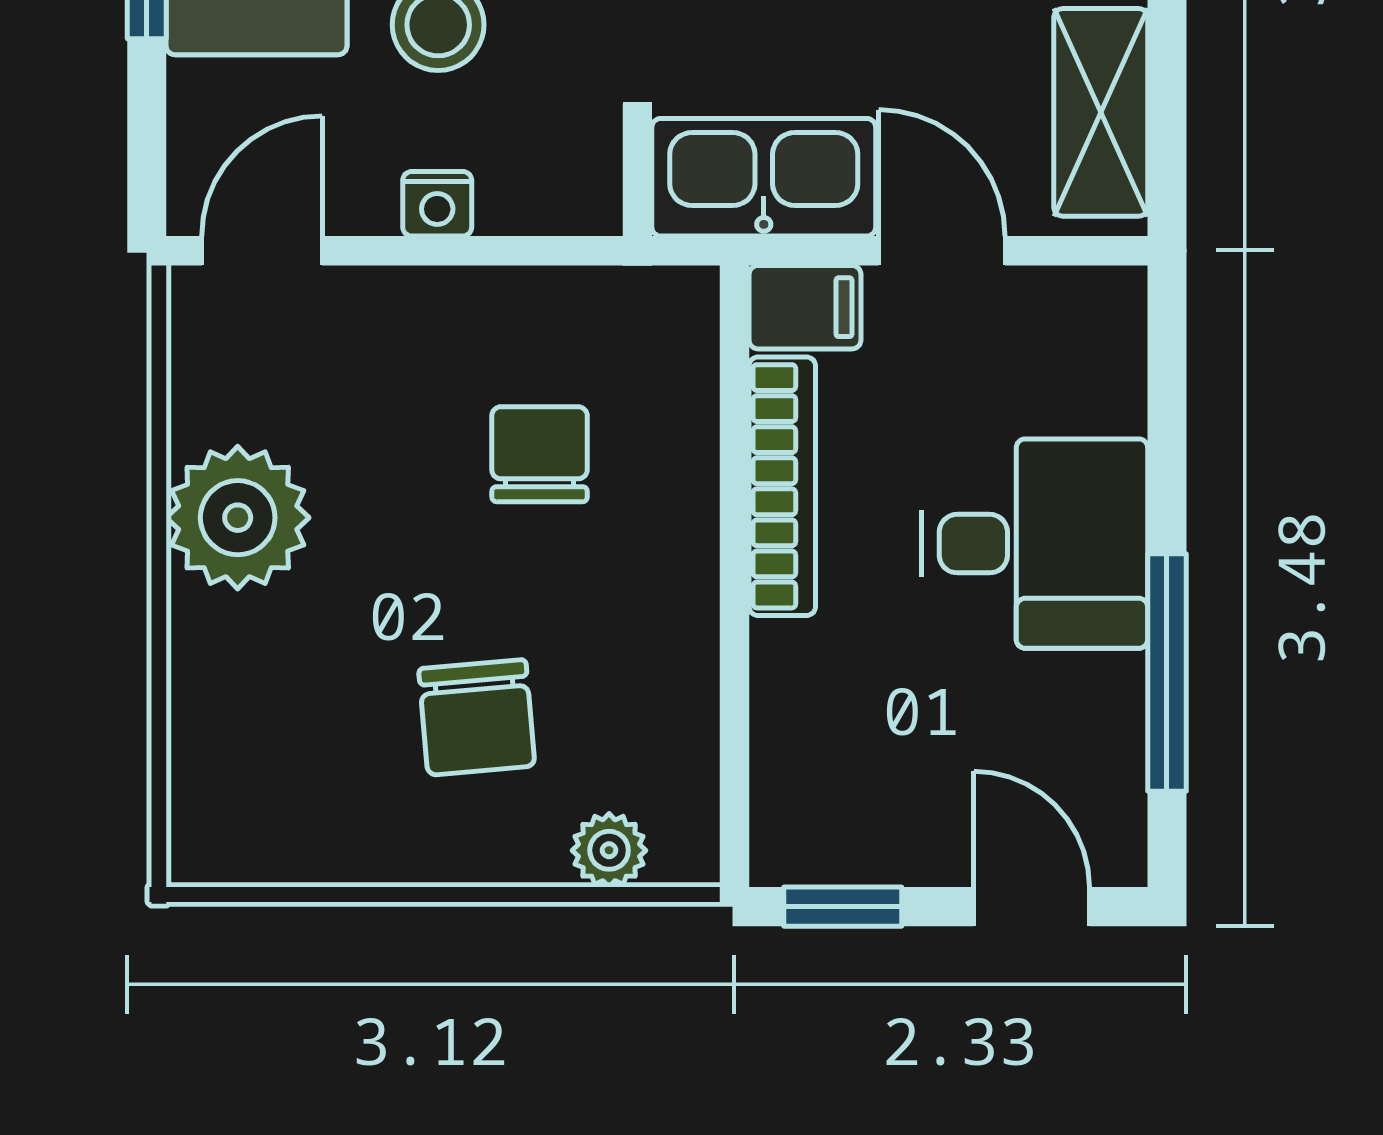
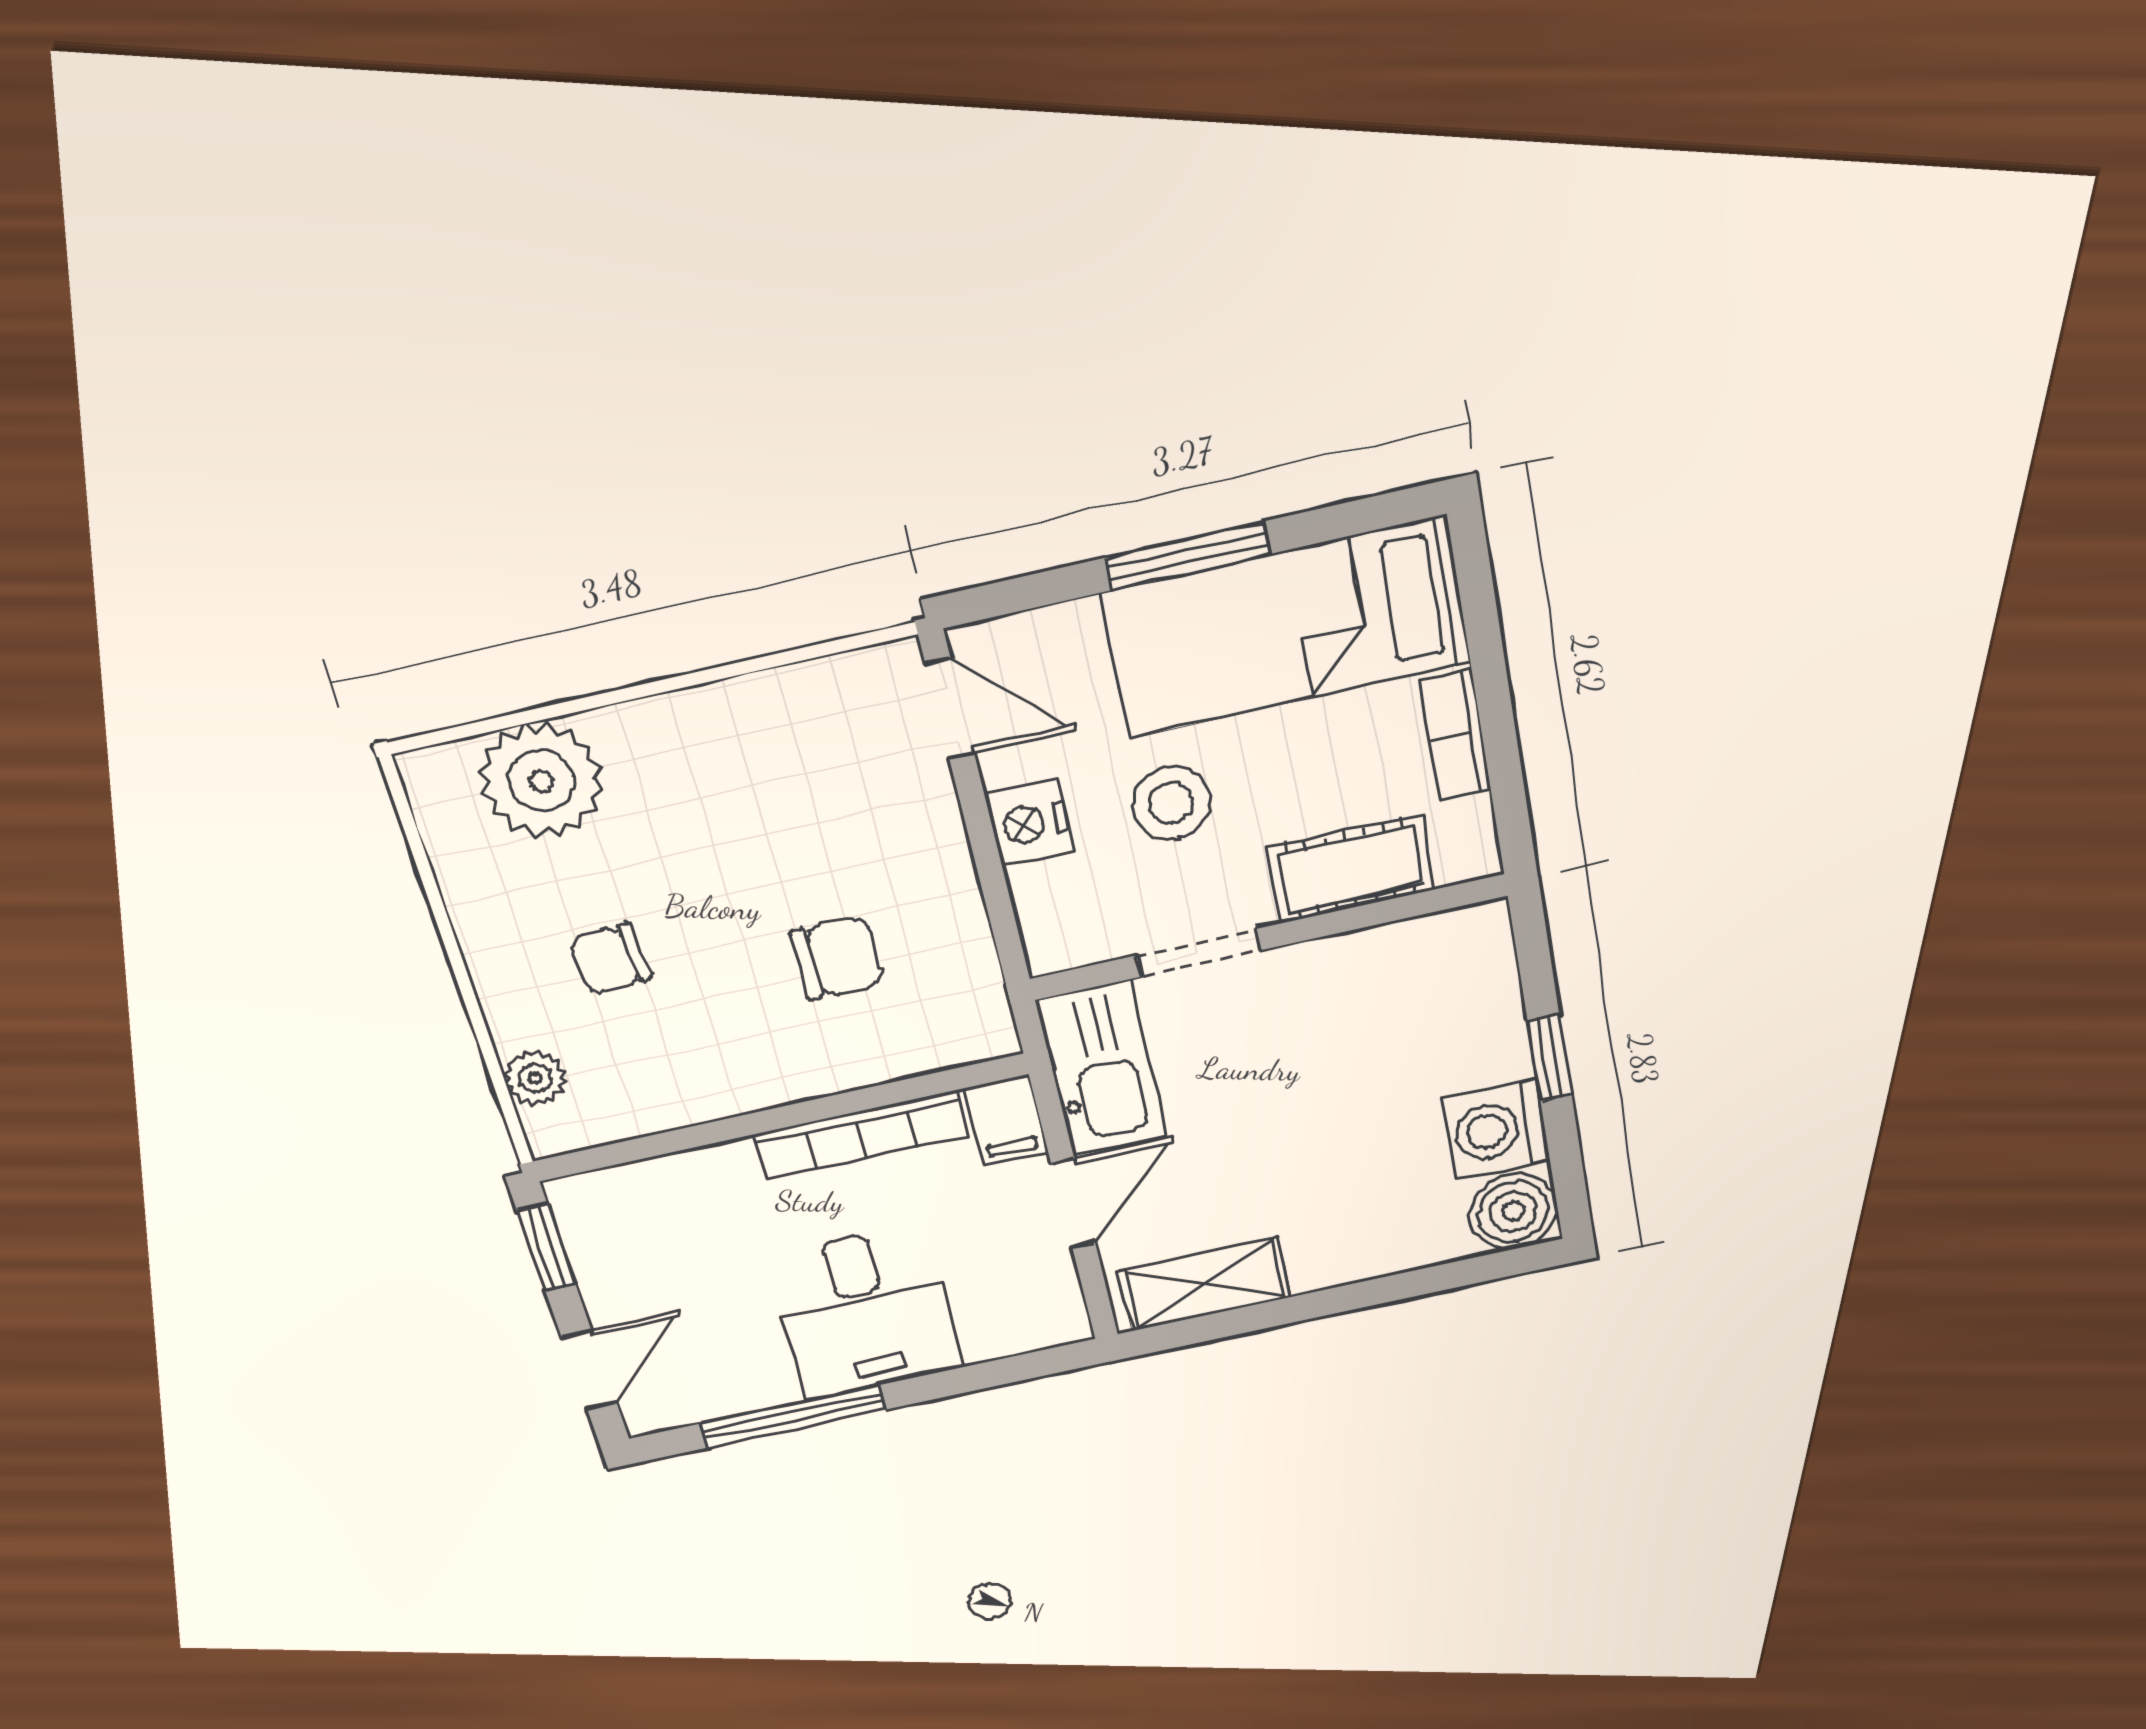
nightstand: (437, 204) -> (1030, 823), width x1.39, depth x1.35
plant: (238, 518) -> (541, 781), moved
chair: (477, 717) -> (610, 959), width x0.73, depth x0.73

